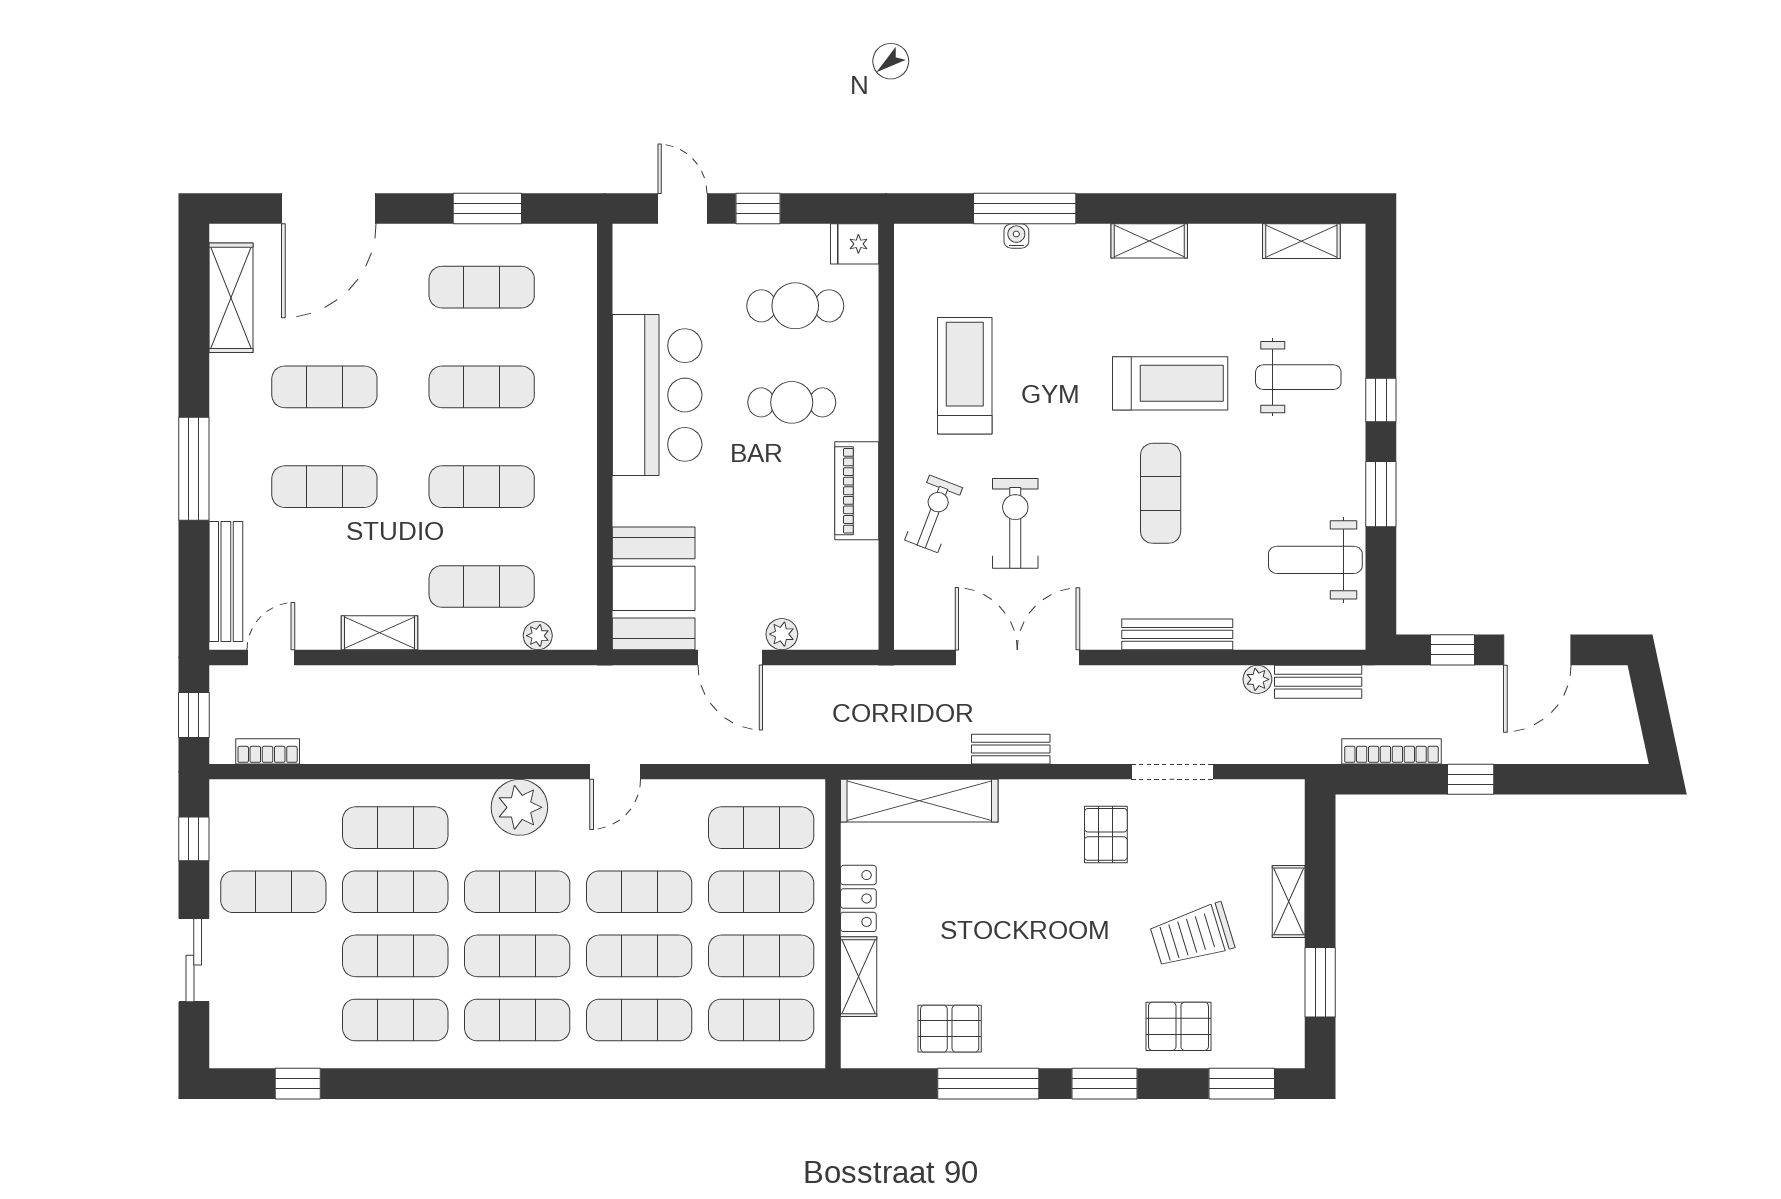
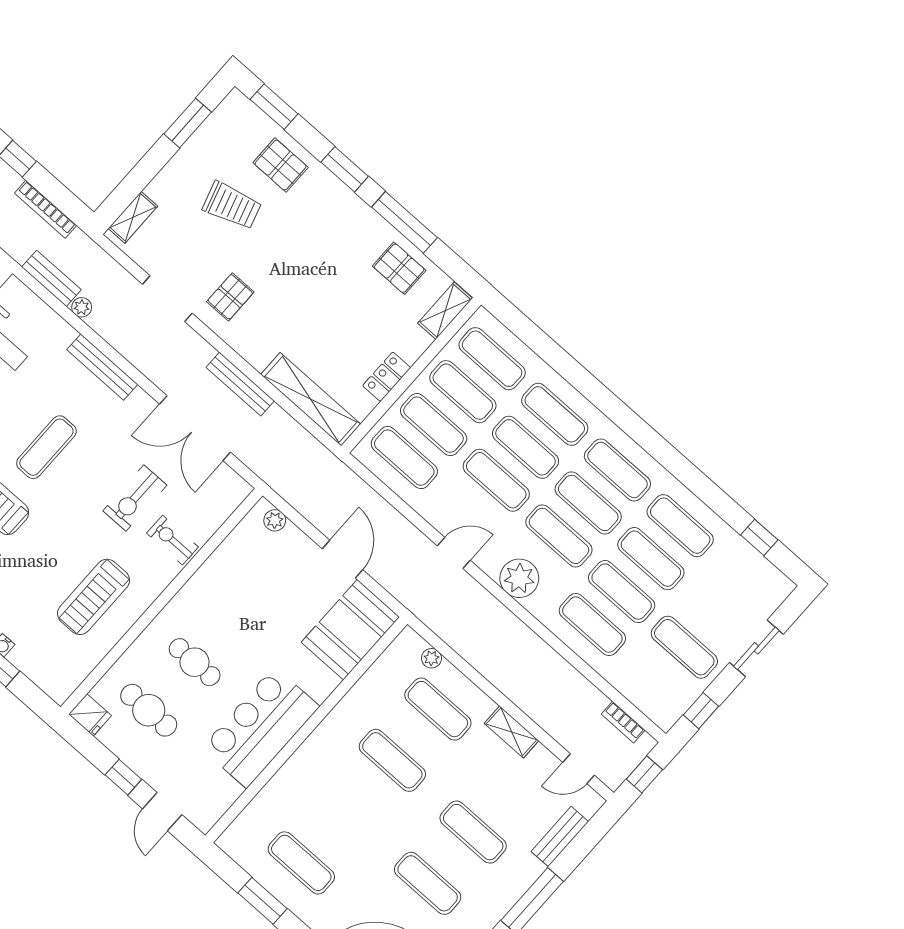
exercise mat: (482, 387) -> (347, 812), removed
piano: (857, 491) -> (201, 587), removed
exercise bike: (934, 514) -> (173, 540), turned 69
bench: (226, 581) -> (560, 837), width x0.73
plant: (782, 634) -> (275, 520), moved
bench: (1011, 749) -> (240, 384), width x1.36
shelving: (1289, 901) -> (133, 217), moved
shelving: (859, 977) -> (445, 311), moved

